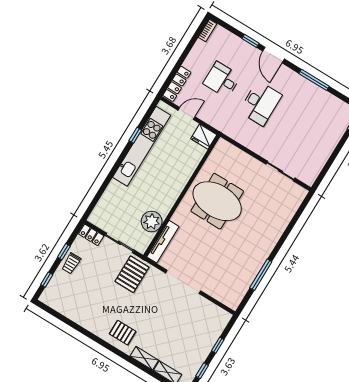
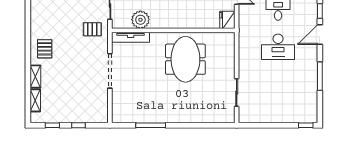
pallet: (132, 274) -> (92, 29), width x0.67, depth x0.71

